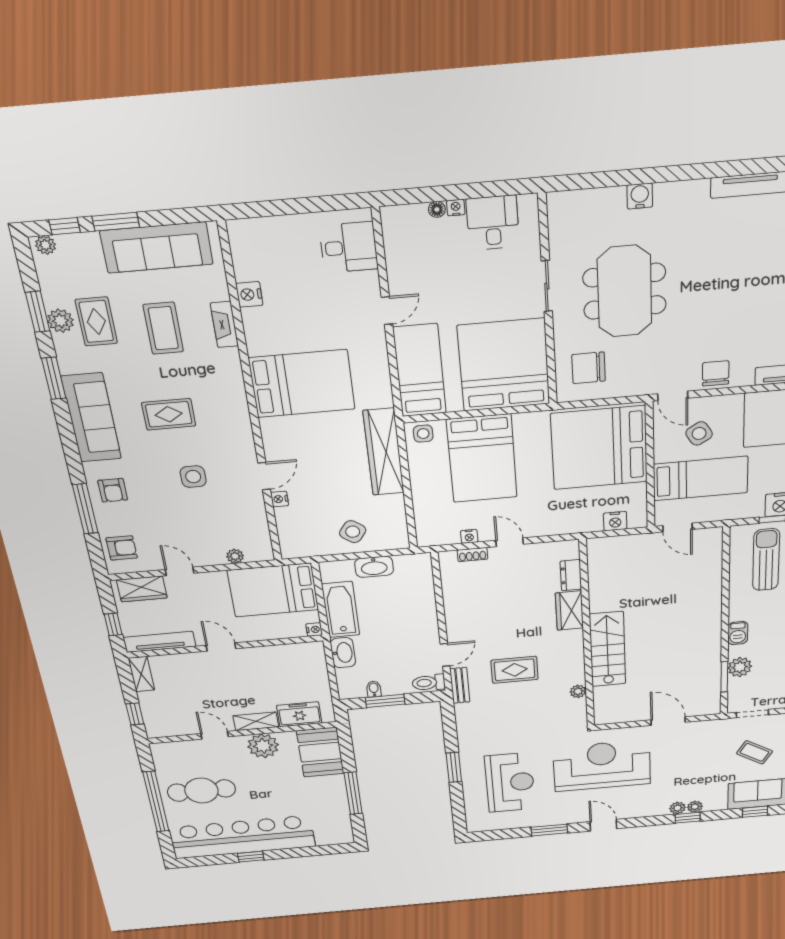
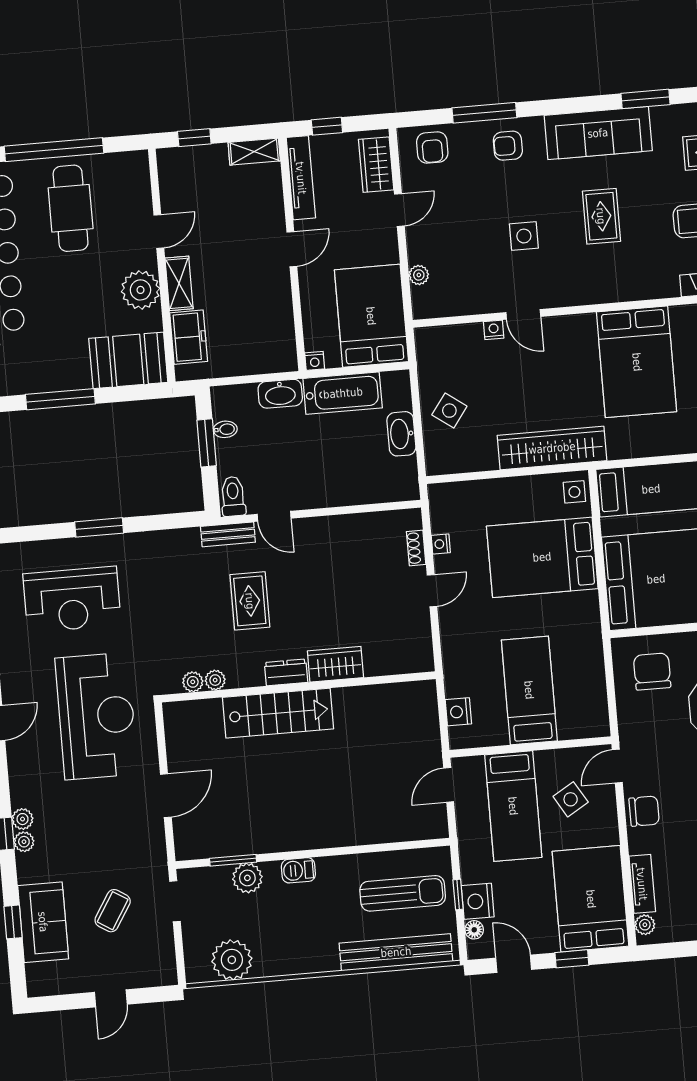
bed: (599, 448) -> (529, 690), width x0.49
dresser: (571, 575) -> (286, 672), moved
plant: (579, 706) -> (193, 682), added

